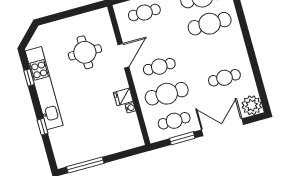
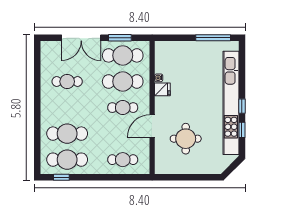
kitchen unit: (44, 88) -> (231, 103), width x1.36
plant: (252, 105) -> (50, 50), removed
cafe table: (174, 121) -> (123, 55), width x1.37, depth x1.35
window: (43, 127) -> (242, 106), moved

